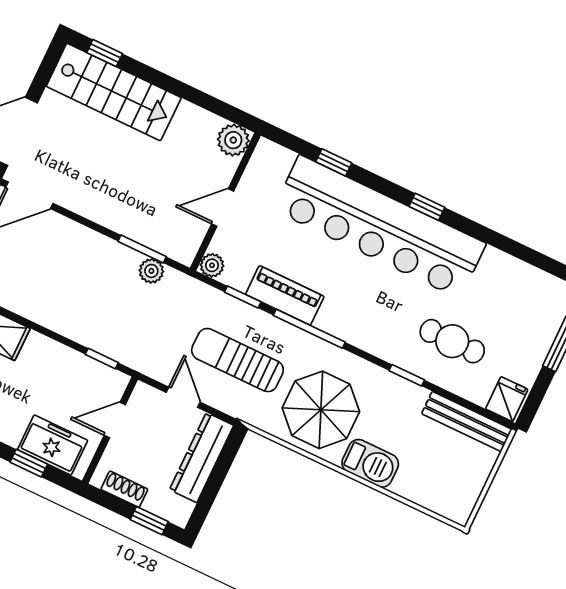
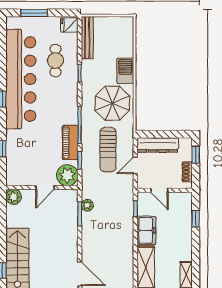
door: (223, 208) -> (45, 188), hinge flipped
bar counter: (380, 227) -> (21, 79), moved
plant: (212, 265) -> (67, 175), width x1.88, depth x1.88
freezer: (53, 445) -> (146, 230), moved, turned 180

